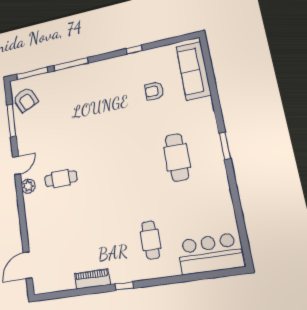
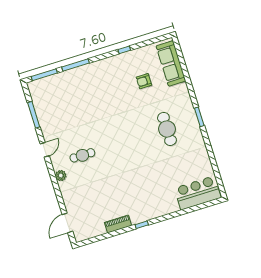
armchair: (26, 100) -> (43, 97), removed
plant: (28, 186) -> (61, 176), moved
cafe table: (151, 240) -> (156, 190), removed

